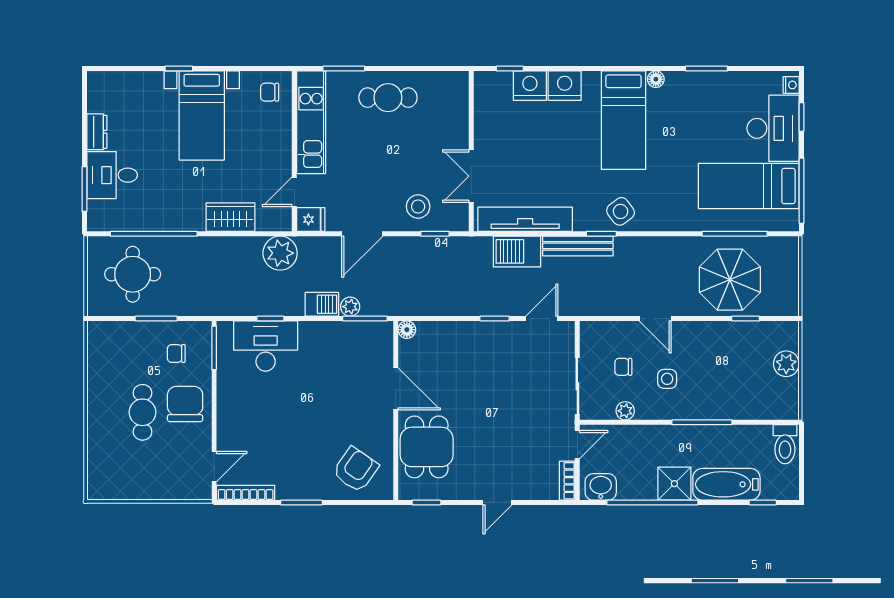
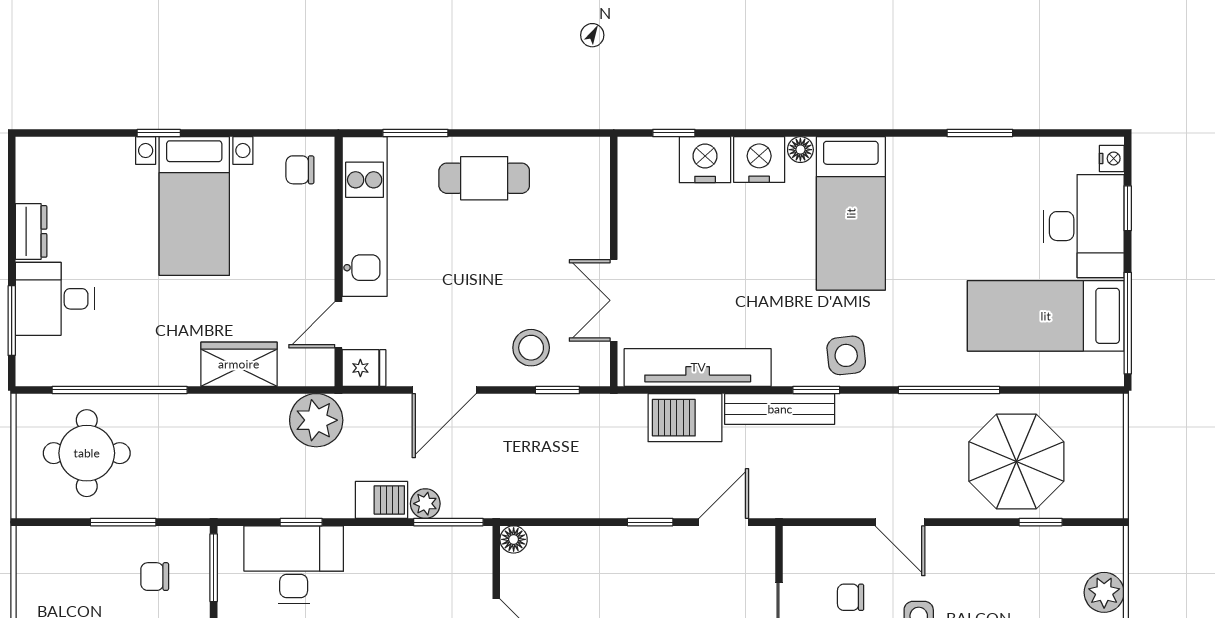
floor lamp: (656, 79) -> (800, 150), moved
side table: (621, 211) -> (846, 355), turned 31
window: (735, 234) -> (949, 390), moved

